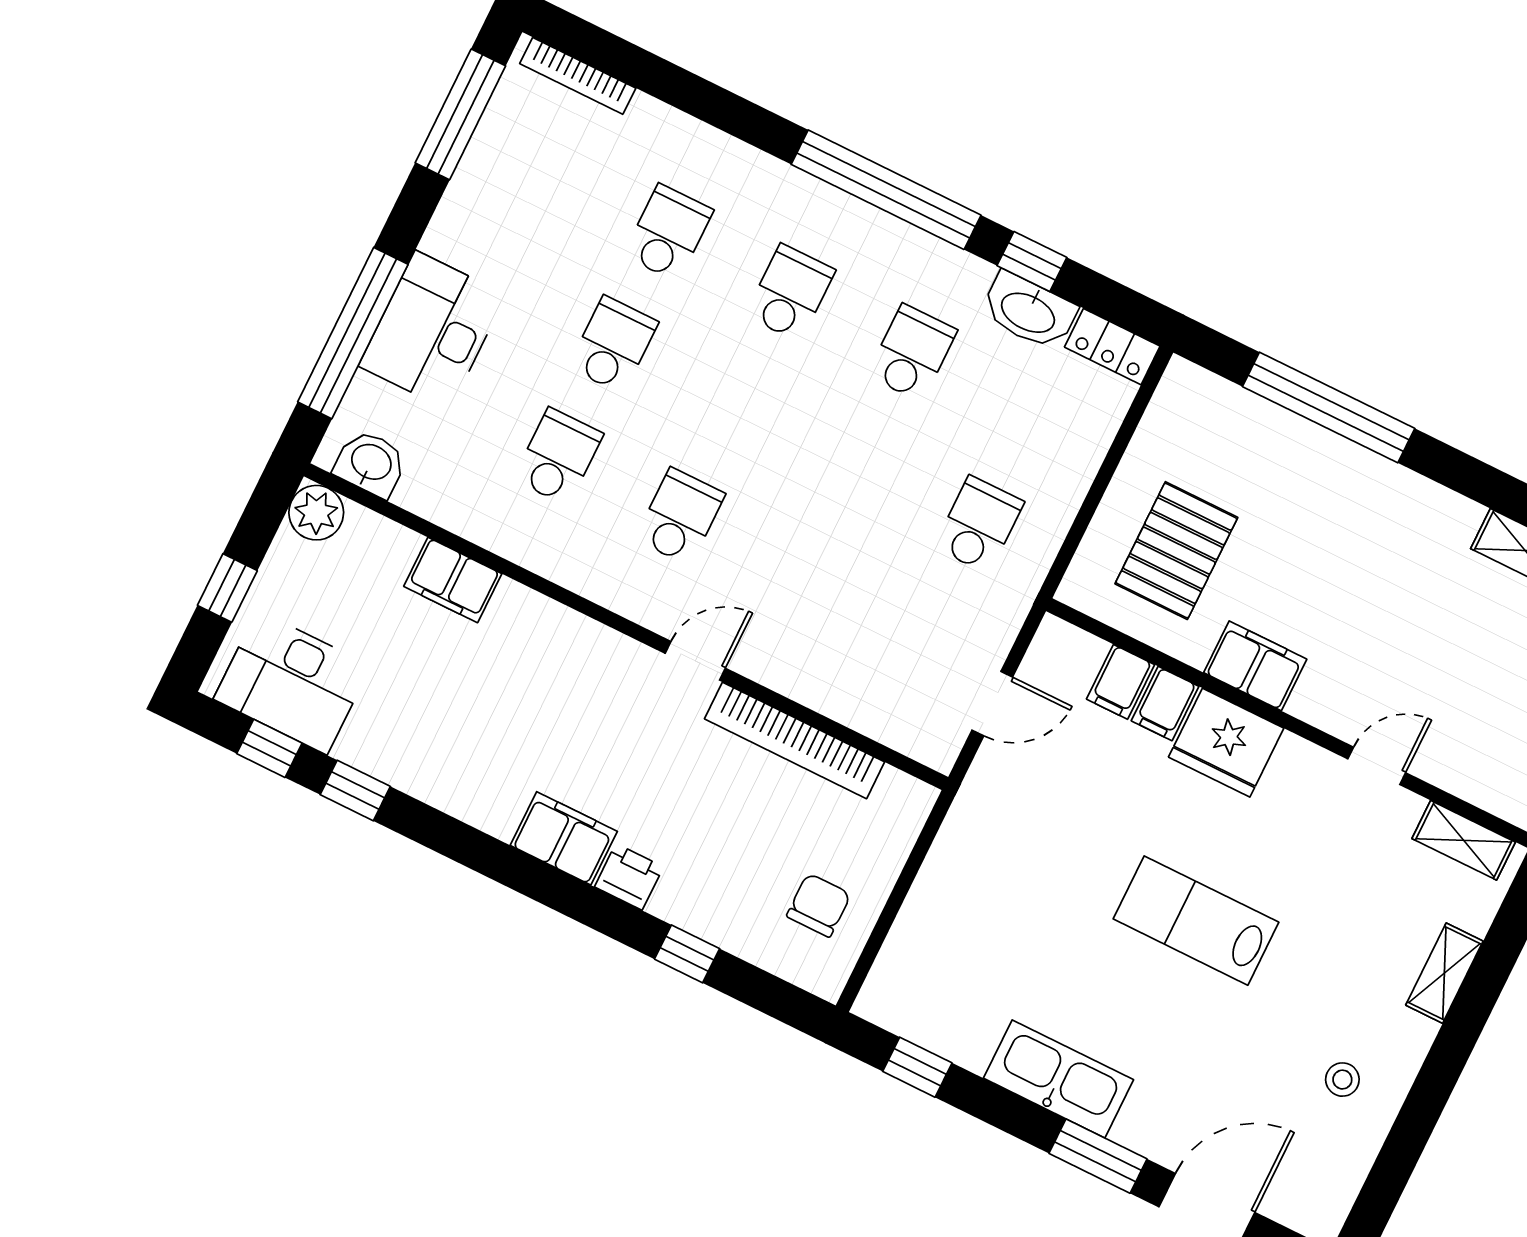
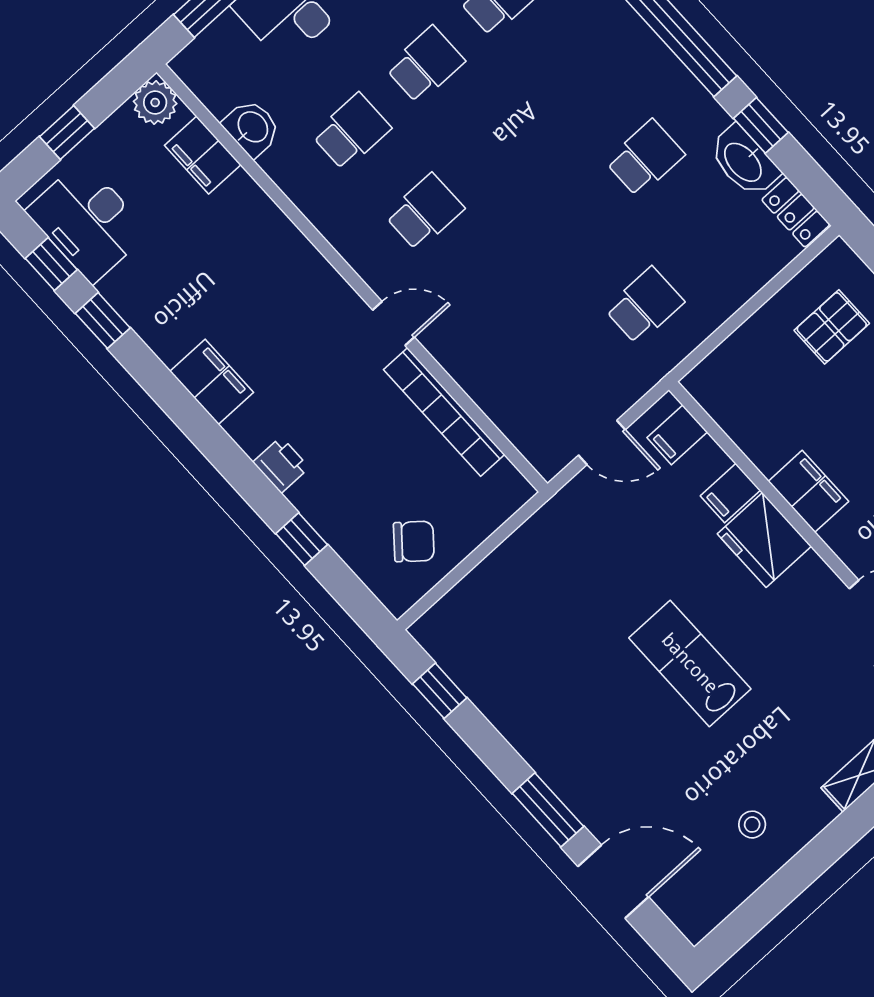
school desk: (790, 293) -> (572, 78), removed
washbasin: (371, 463) -> (252, 128), moved
pallet: (1176, 551) -> (832, 327), moved, width x0.67, depth x0.71
filing cabinet: (453, 580) -> (203, 155), moved
filing cabinet: (1120, 682) -> (677, 435), moved
filing cabinet: (564, 838) -> (212, 382), moved
chair: (819, 905) -> (414, 541), turned 40
kitchen sink: (1059, 1079) -> (541, 741), removed

